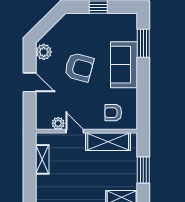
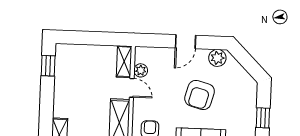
door: (75, 131) -> (132, 88), hinge flipped
shelving: (42, 159) -> (124, 62), moved, turned 90

